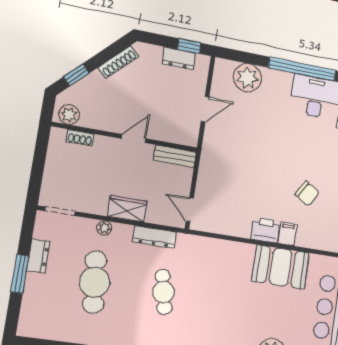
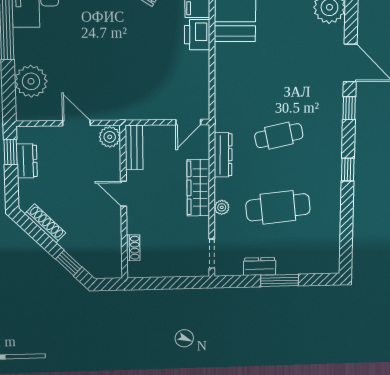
plant: (69, 115) -> (110, 137), moved
wardrobe: (127, 209) -> (198, 188), width x1.50

